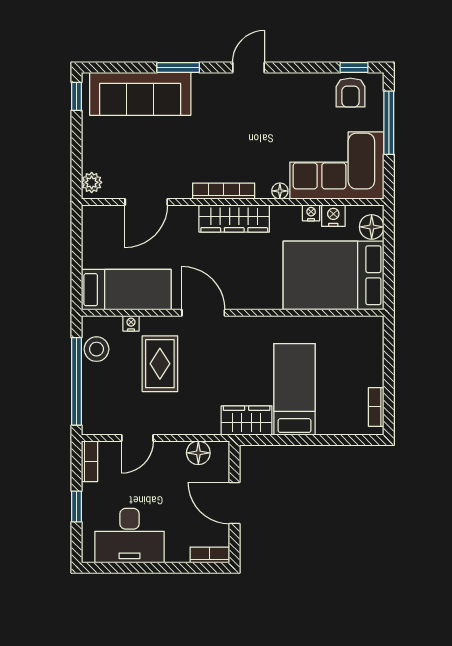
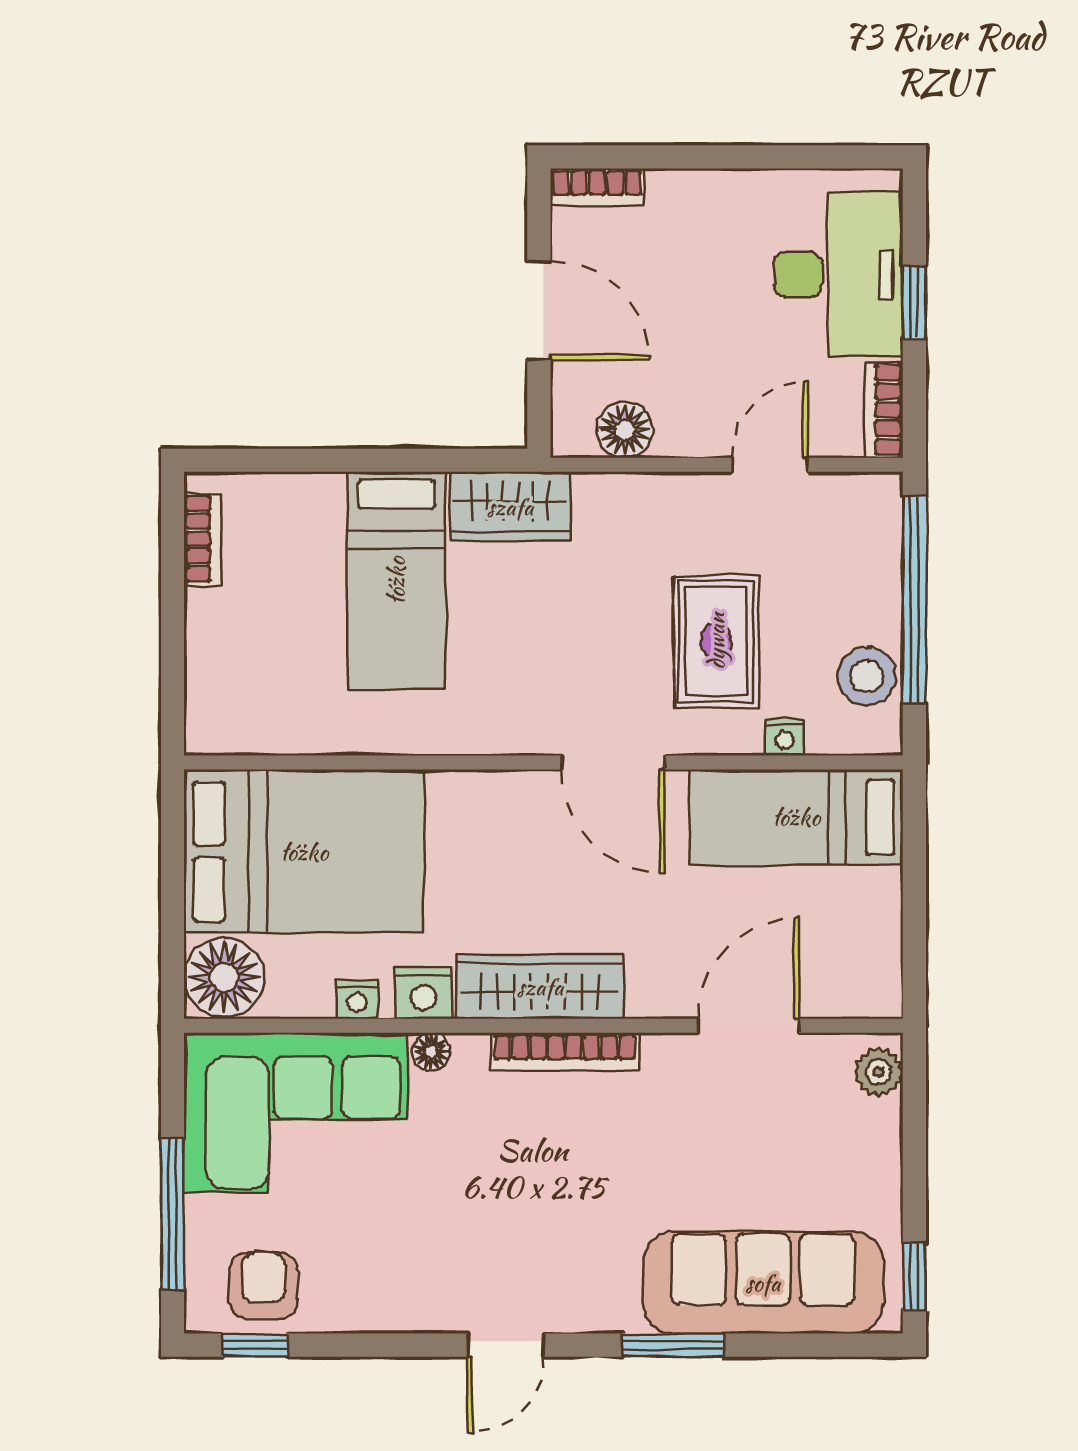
nightstand: (333, 216) -> (424, 993), moved
floor lamp: (372, 227) -> (224, 977), width x1.38, depth x1.38
desk: (130, 536) -> (838, 274), moved, turned 90

